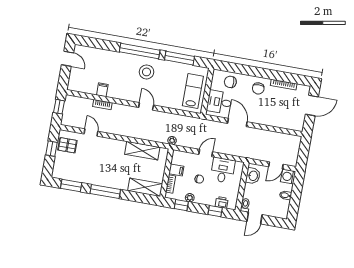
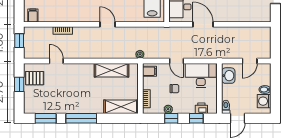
filing cabinet: (102, 90) -> (33, 16), moved
door: (206, 153) -> (176, 61), swing flipped
filing cabinet: (176, 170) -> (150, 71), moved
desk: (223, 170) -> (201, 75), width x1.37
washing machine: (288, 177) -> (264, 101), moved
window: (181, 205) -> (171, 118), moved

